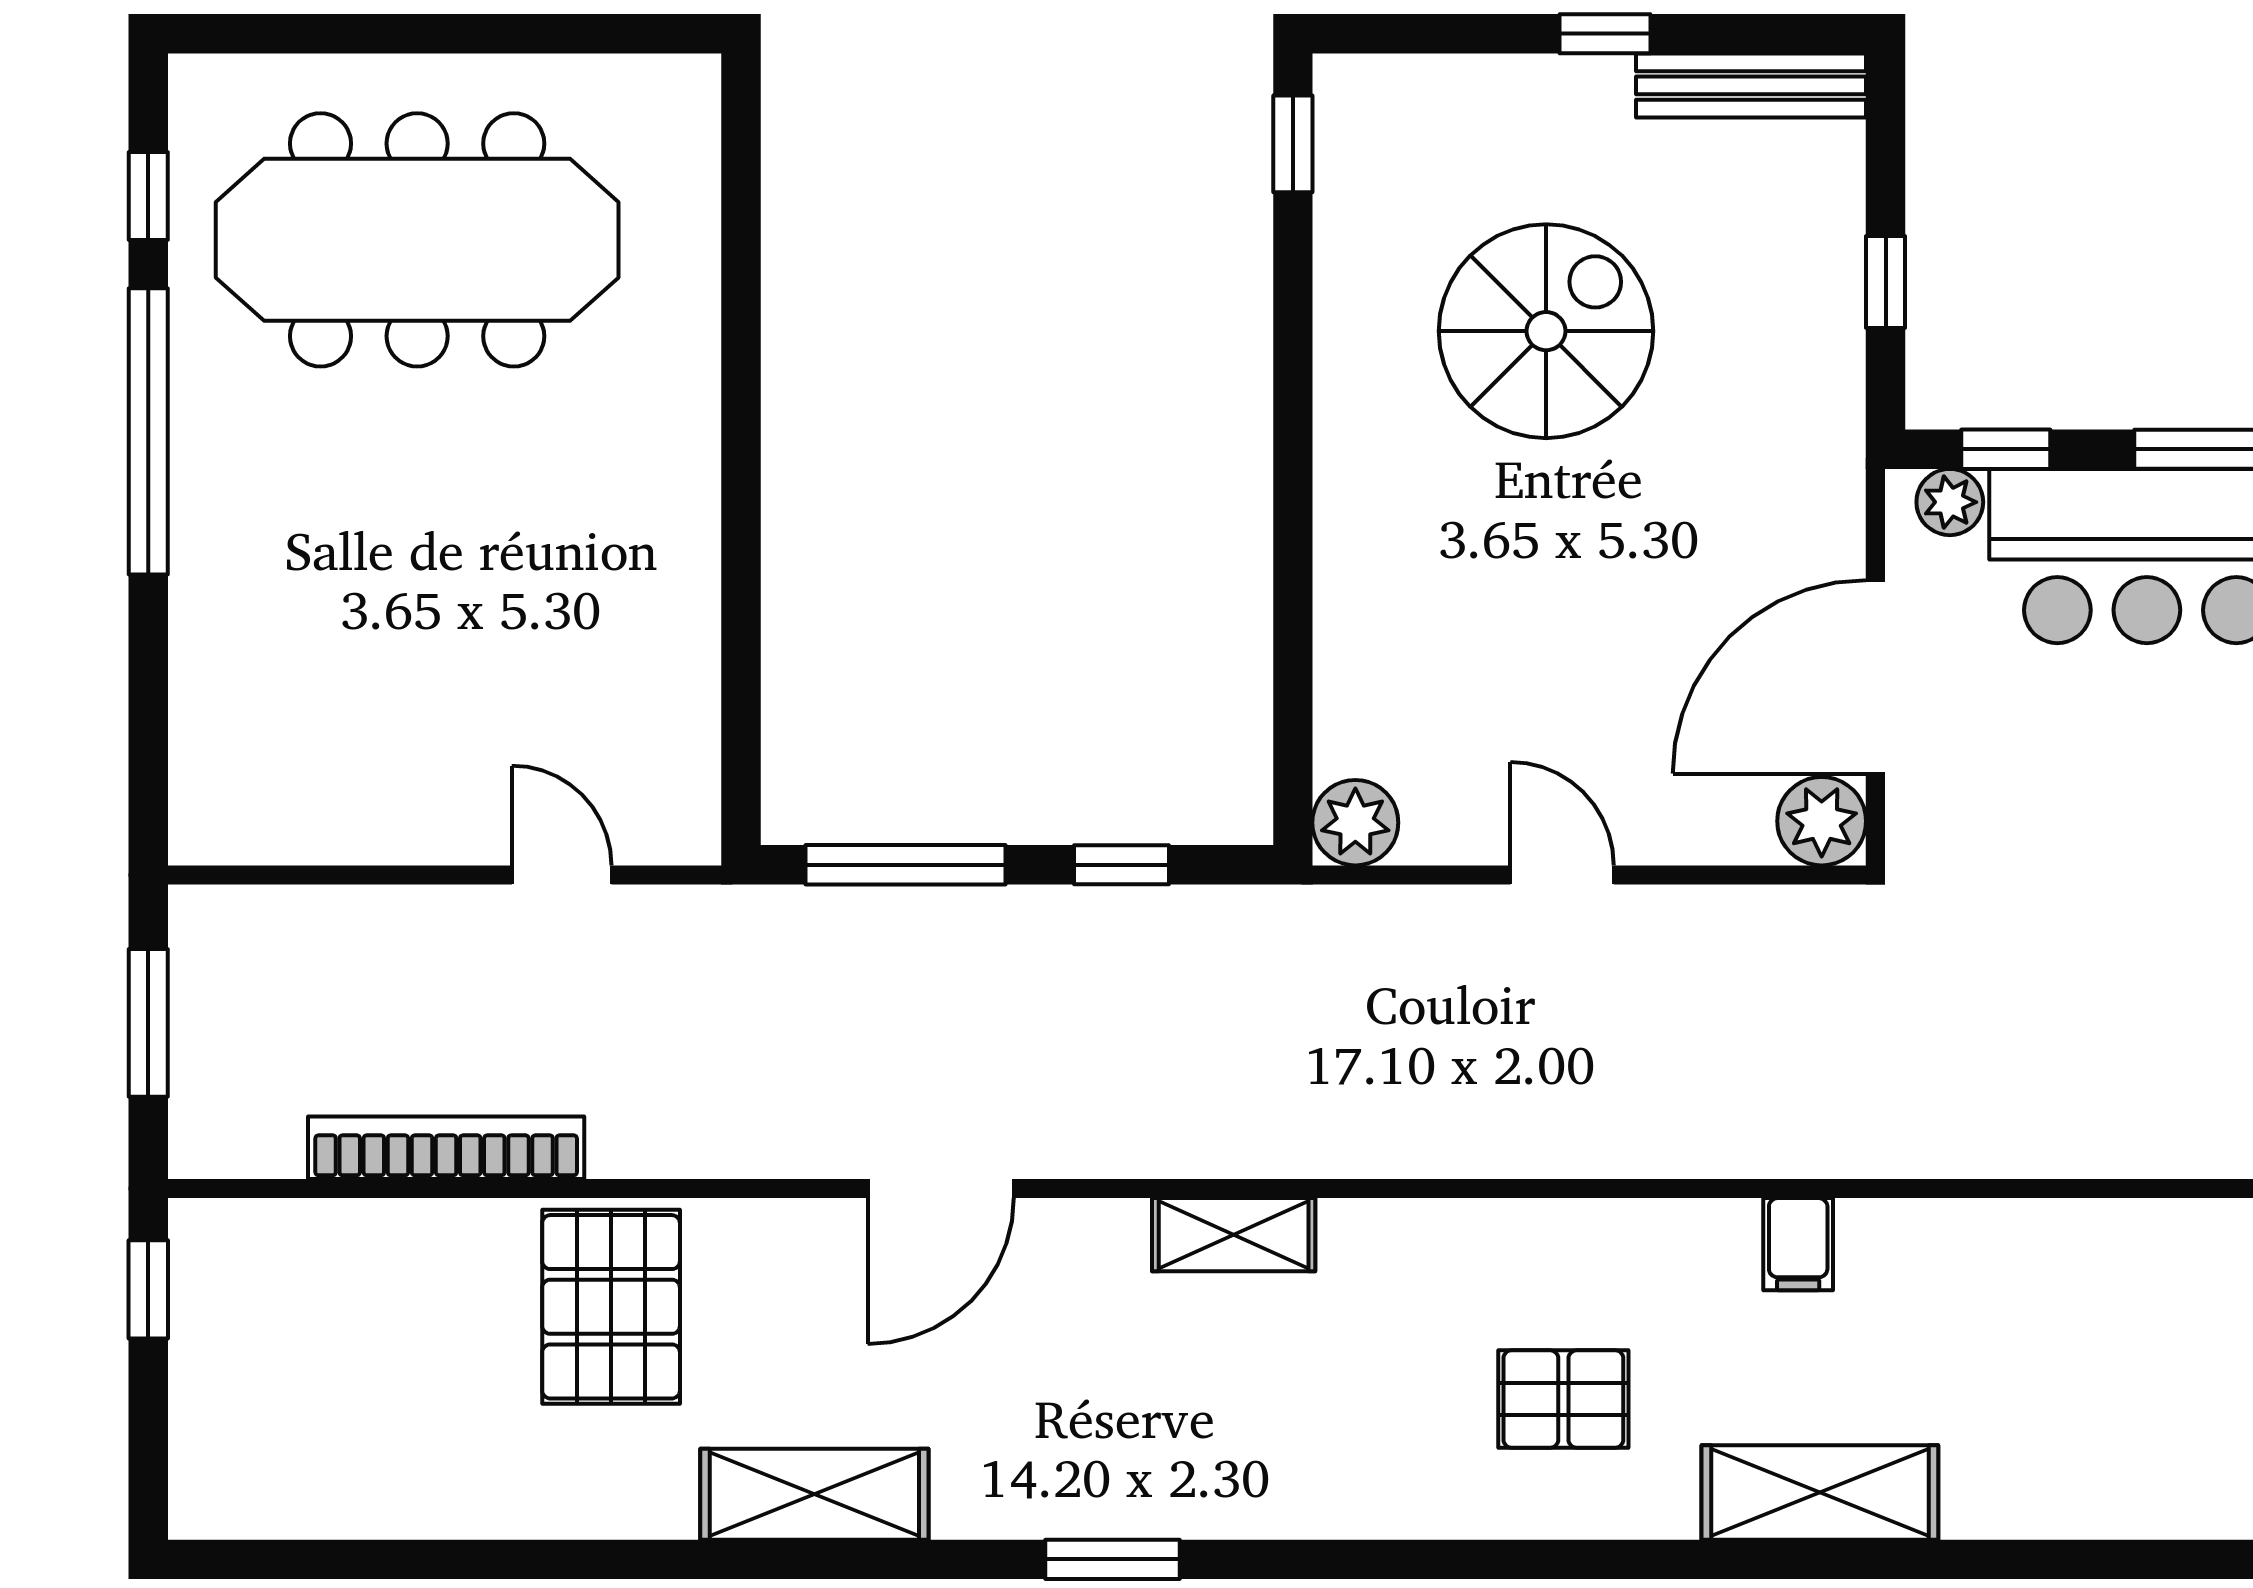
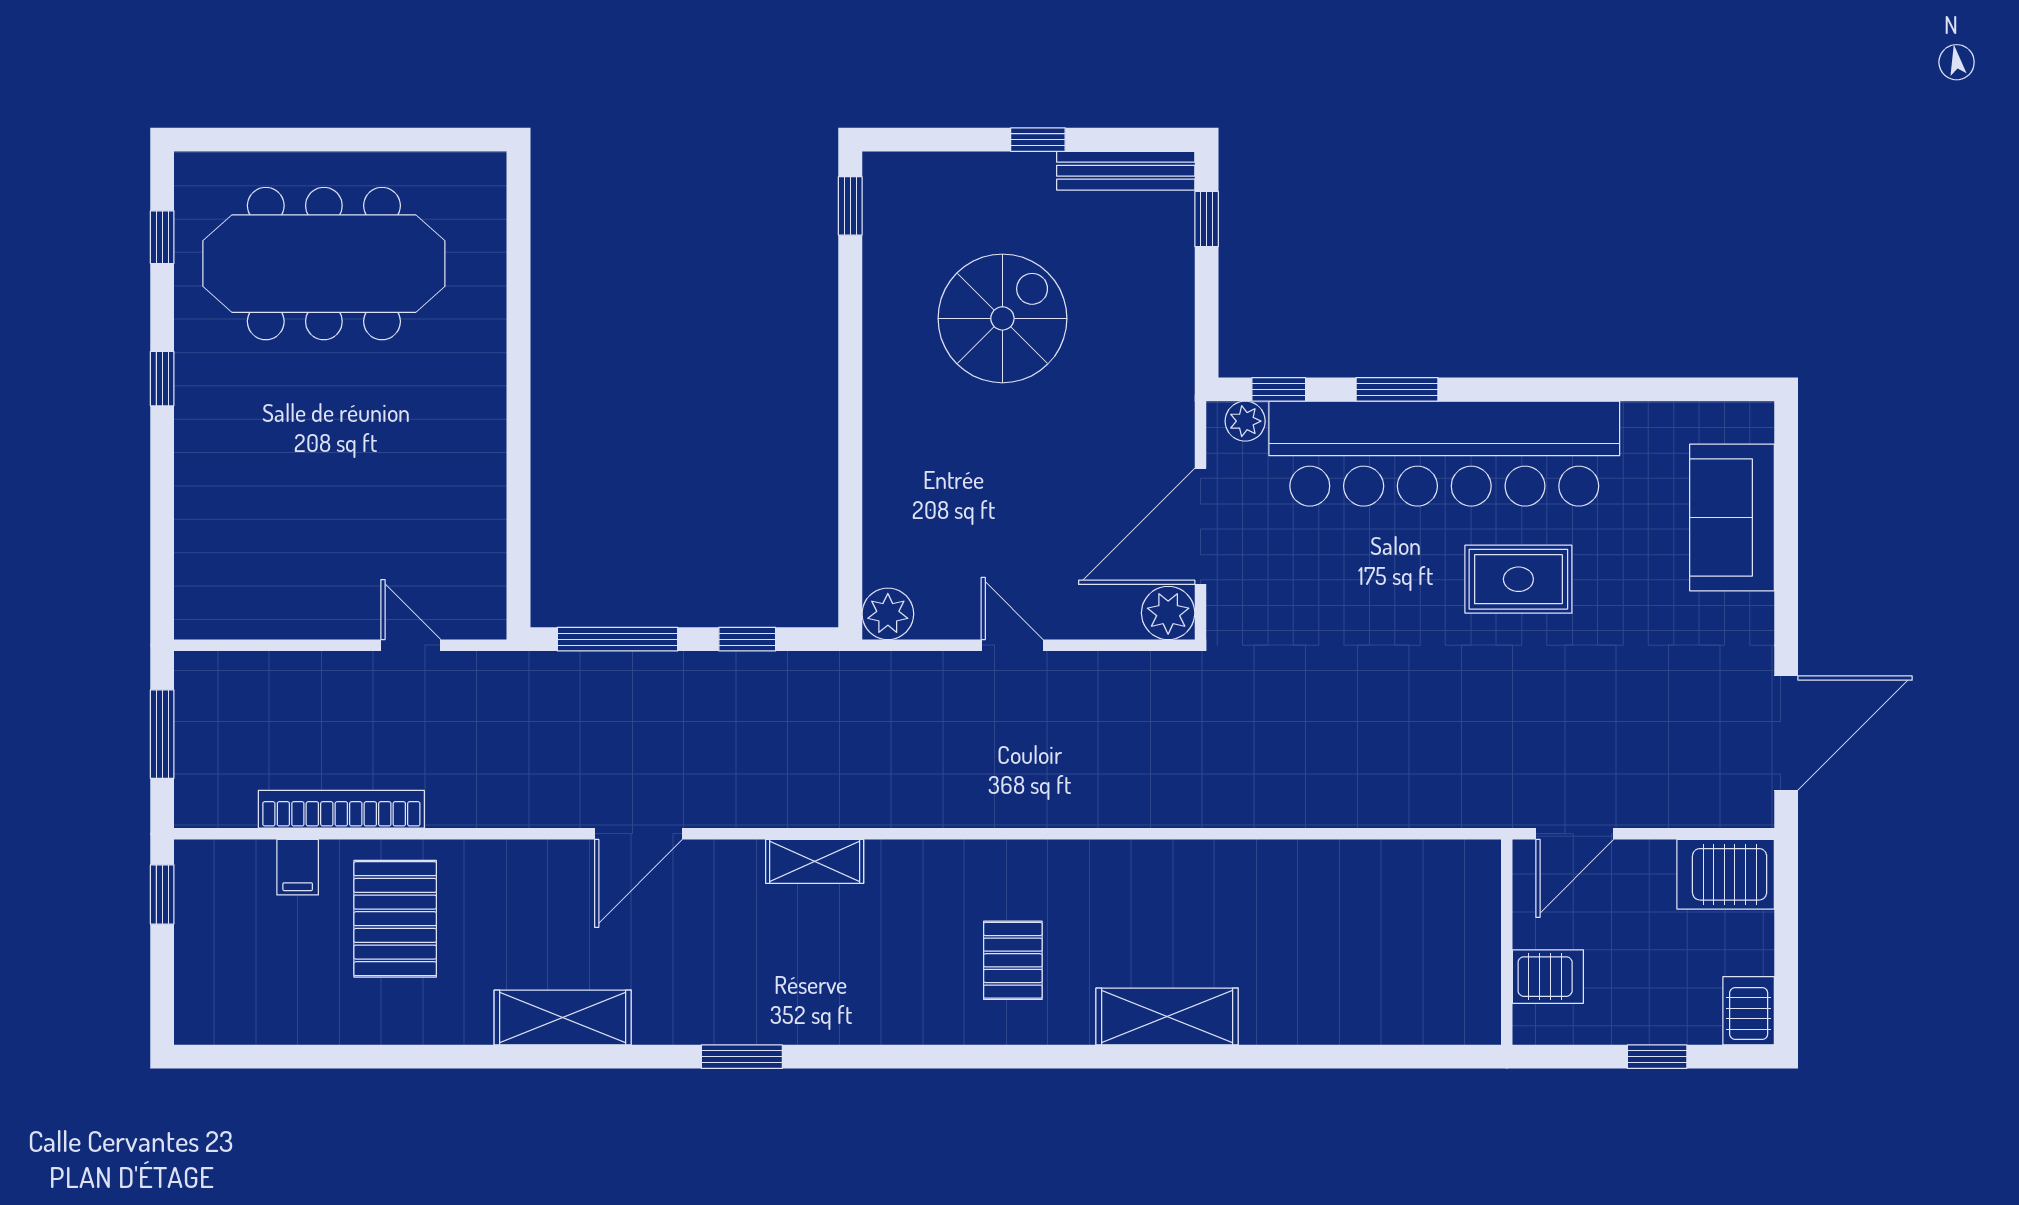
window: (1886, 282) -> (1207, 219), moved
window: (148, 431) -> (162, 379), width x0.32
filing cabinet: (1798, 1244) -> (298, 867), moved
pallet: (611, 1307) -> (395, 919), moved
pallet: (1563, 1399) -> (1013, 960), turned 90

